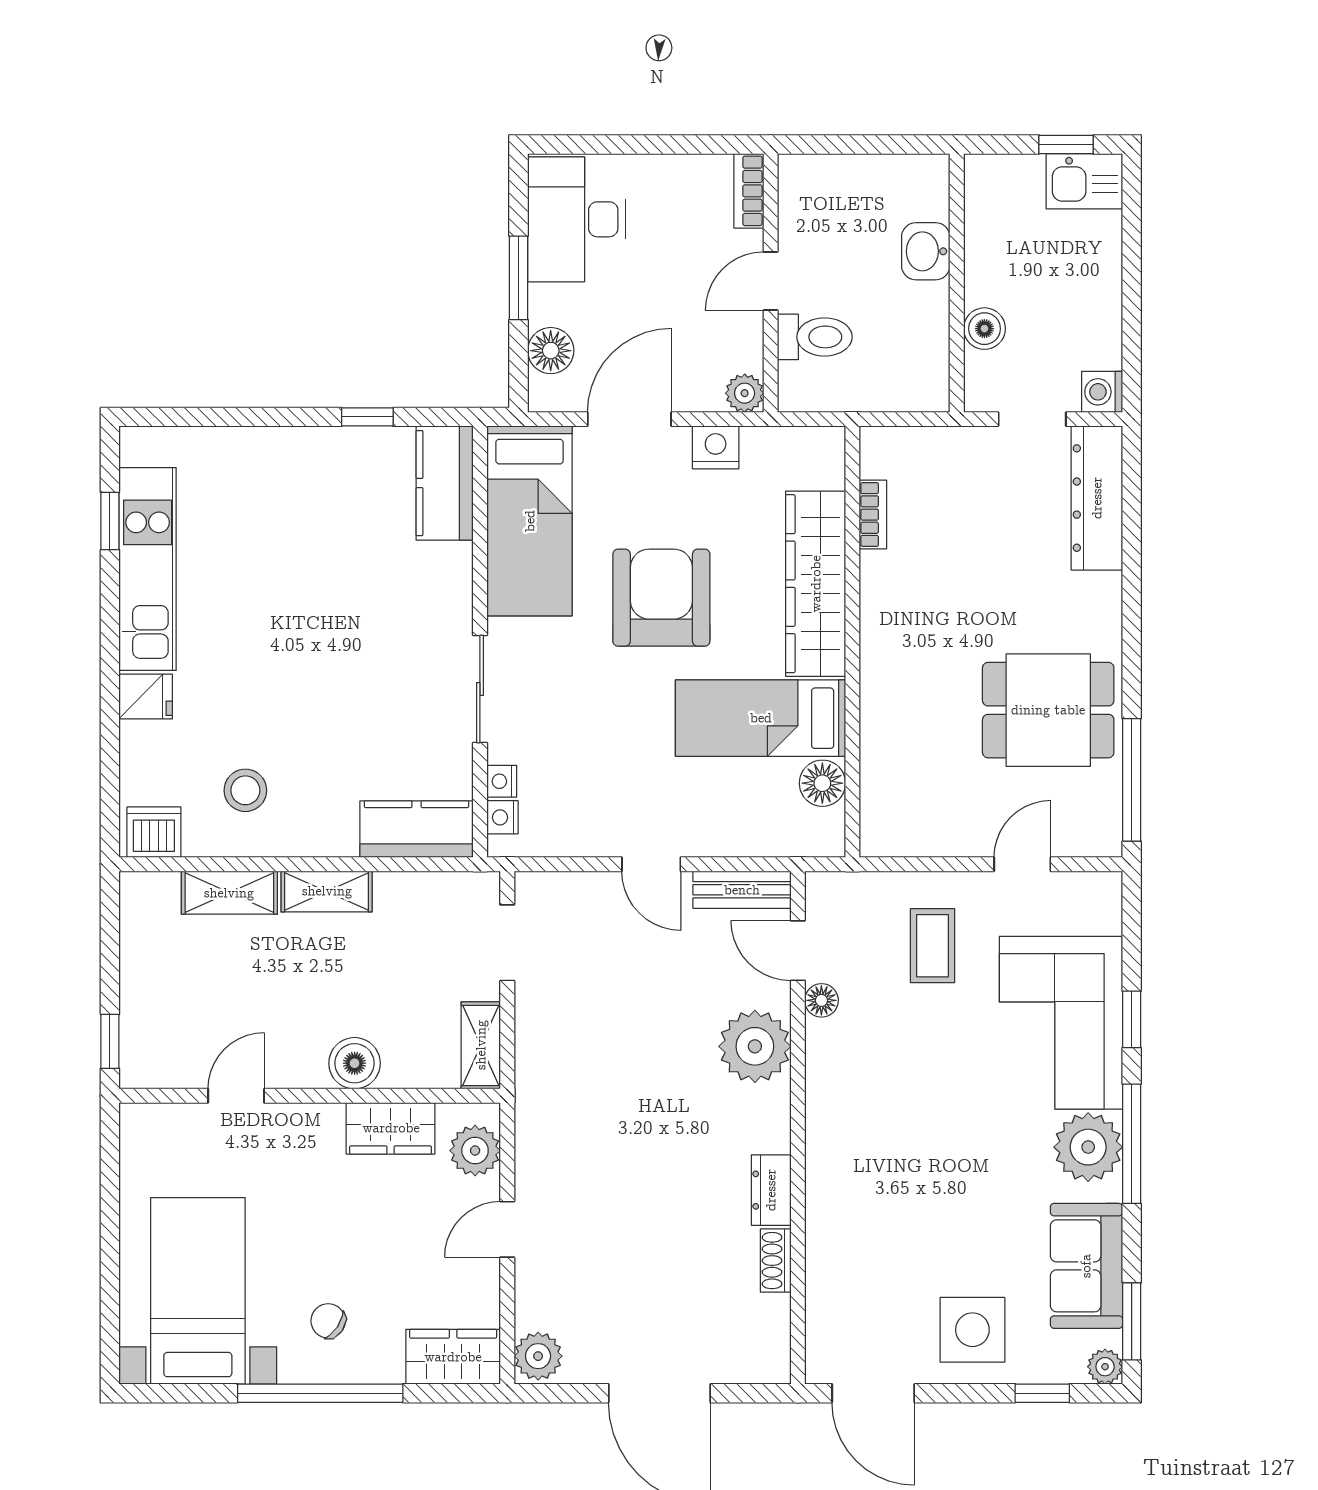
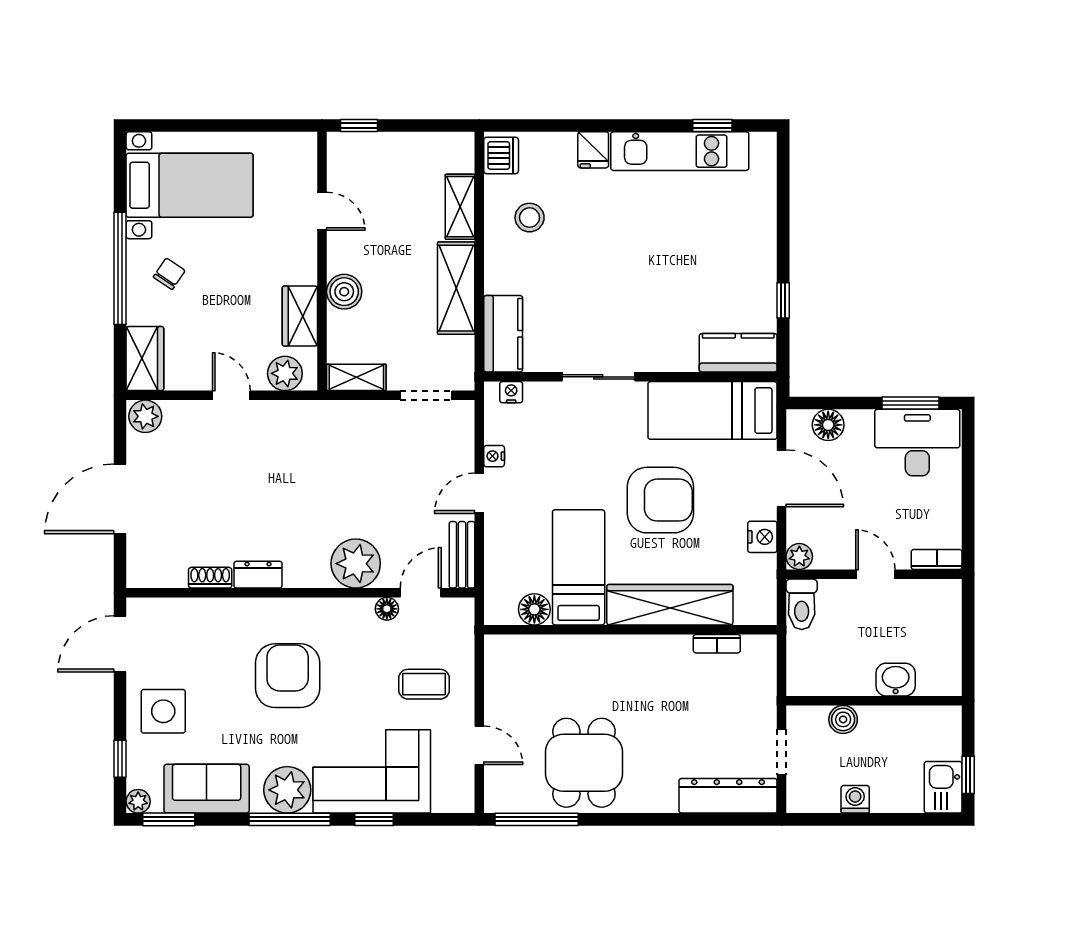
window: (519, 278) -> (911, 403), moved
toilet: (815, 337) -> (802, 604), moved
washing machine: (1102, 392) -> (855, 799), moved
nightstand: (502, 781) -> (494, 456), moved, turned -90
shelving: (327, 891) -> (456, 288), width x1.50, depth x1.33
armchair: (920, 1147) -> (288, 676), added

